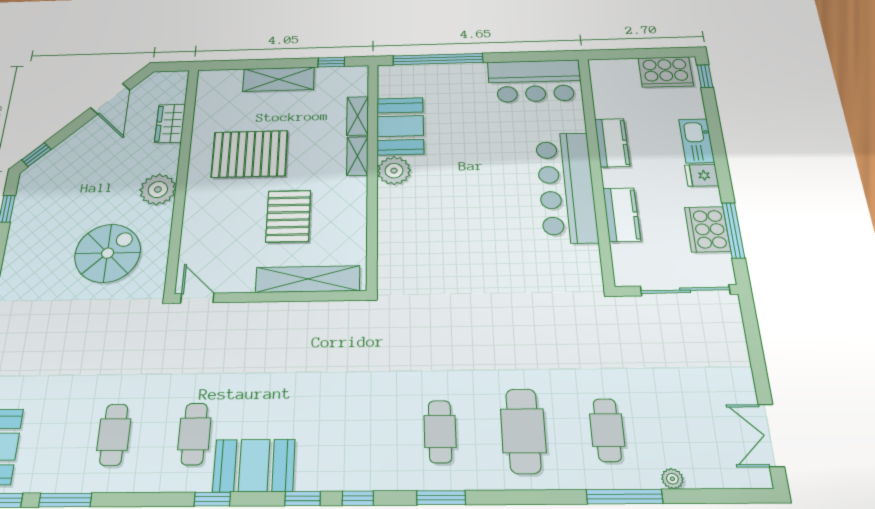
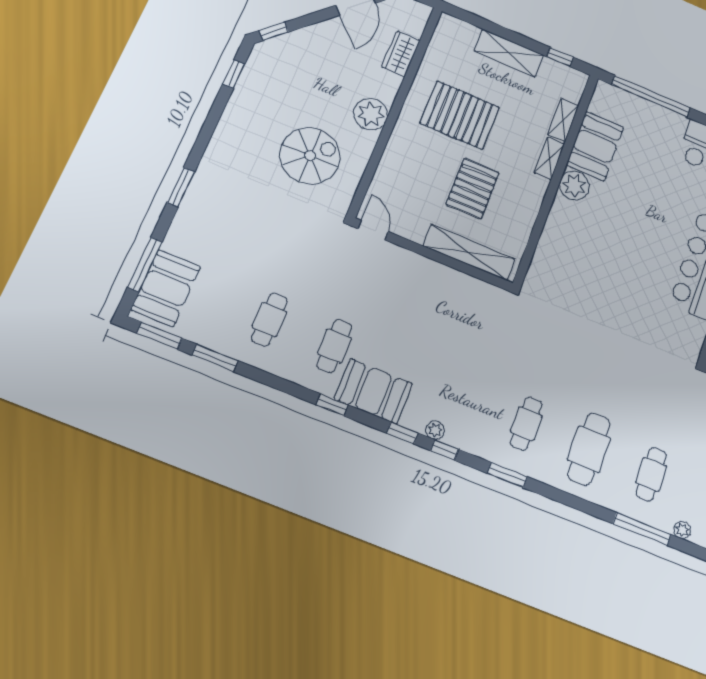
plant: (339, 480) -> (435, 430), added

